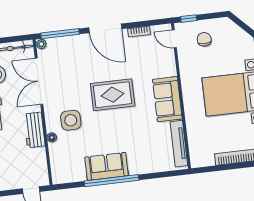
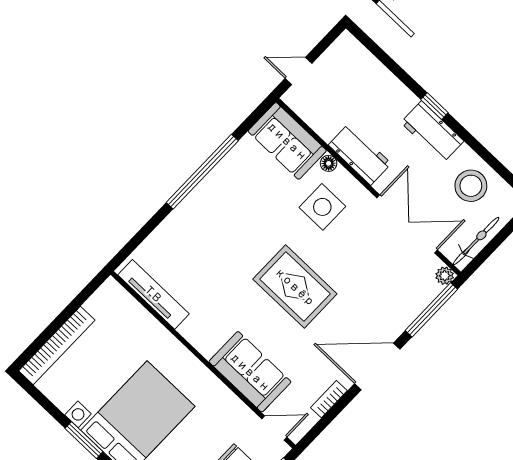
rug: (113, 95) -> (295, 287), turned 90
sofa: (167, 99) -> (250, 372), moved
sofa: (107, 166) -> (287, 141), moved, turned 90

